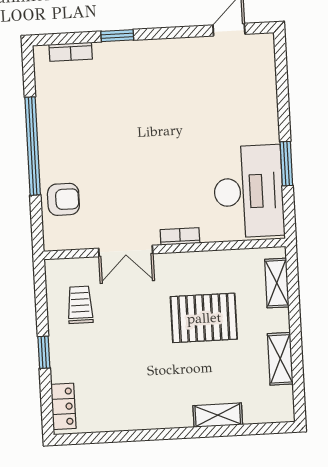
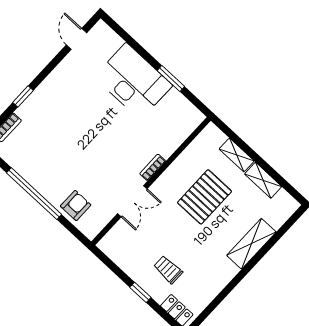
desk: (249, 191) -> (133, 81), moved
shelving: (277, 283) -> (237, 155), moved
trolley: (80, 305) -> (168, 269), moved
shelving: (218, 415) -> (251, 244), width x1.50, depth x1.33

